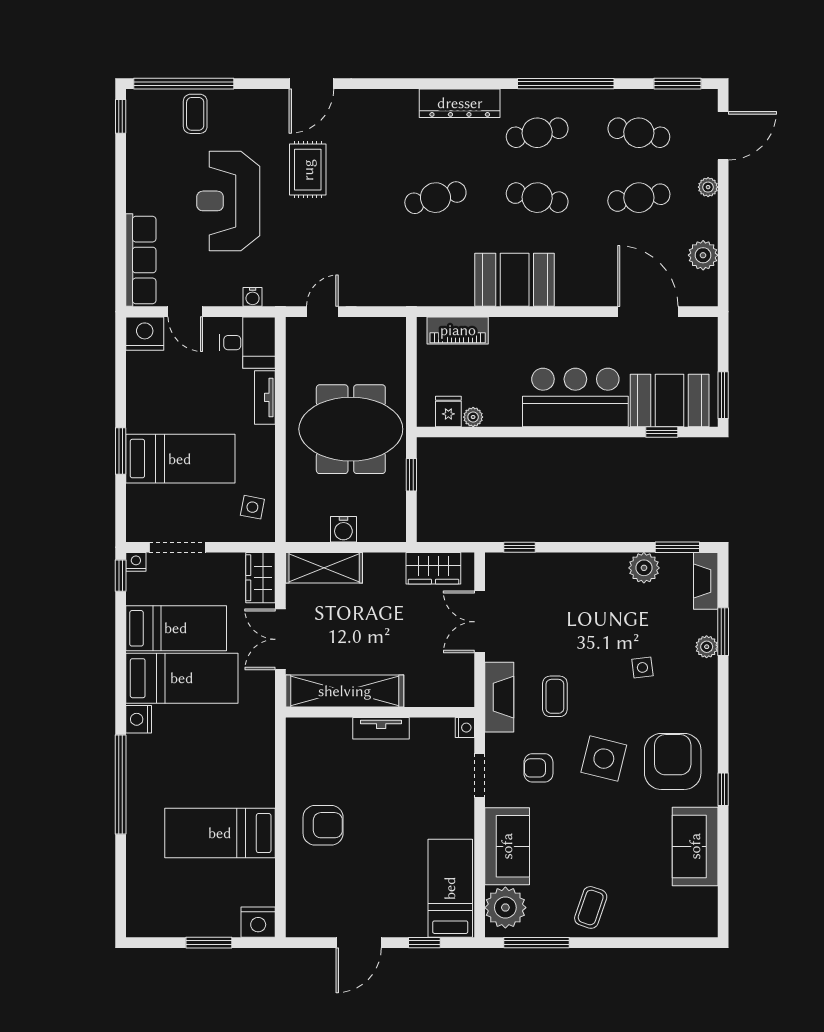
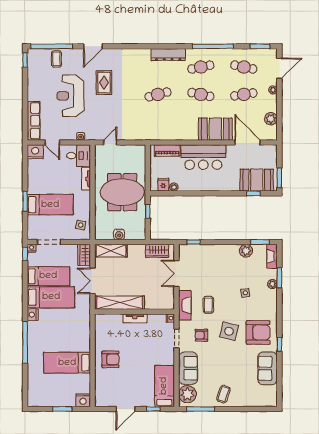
door: (311, 84) -> (93, 46), moved
booth: (515, 280) -> (215, 129), moved
bar counter: (575, 397) -> (203, 157), moved, turned 180
armchair: (673, 761) -> (258, 332), turned 90

